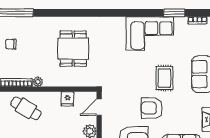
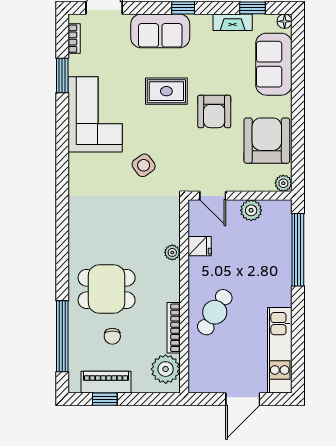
dining table: (73, 49) -> (107, 289), moved
side table: (118, 64) -> (144, 165), added
plant: (38, 82) -> (172, 252), moved

